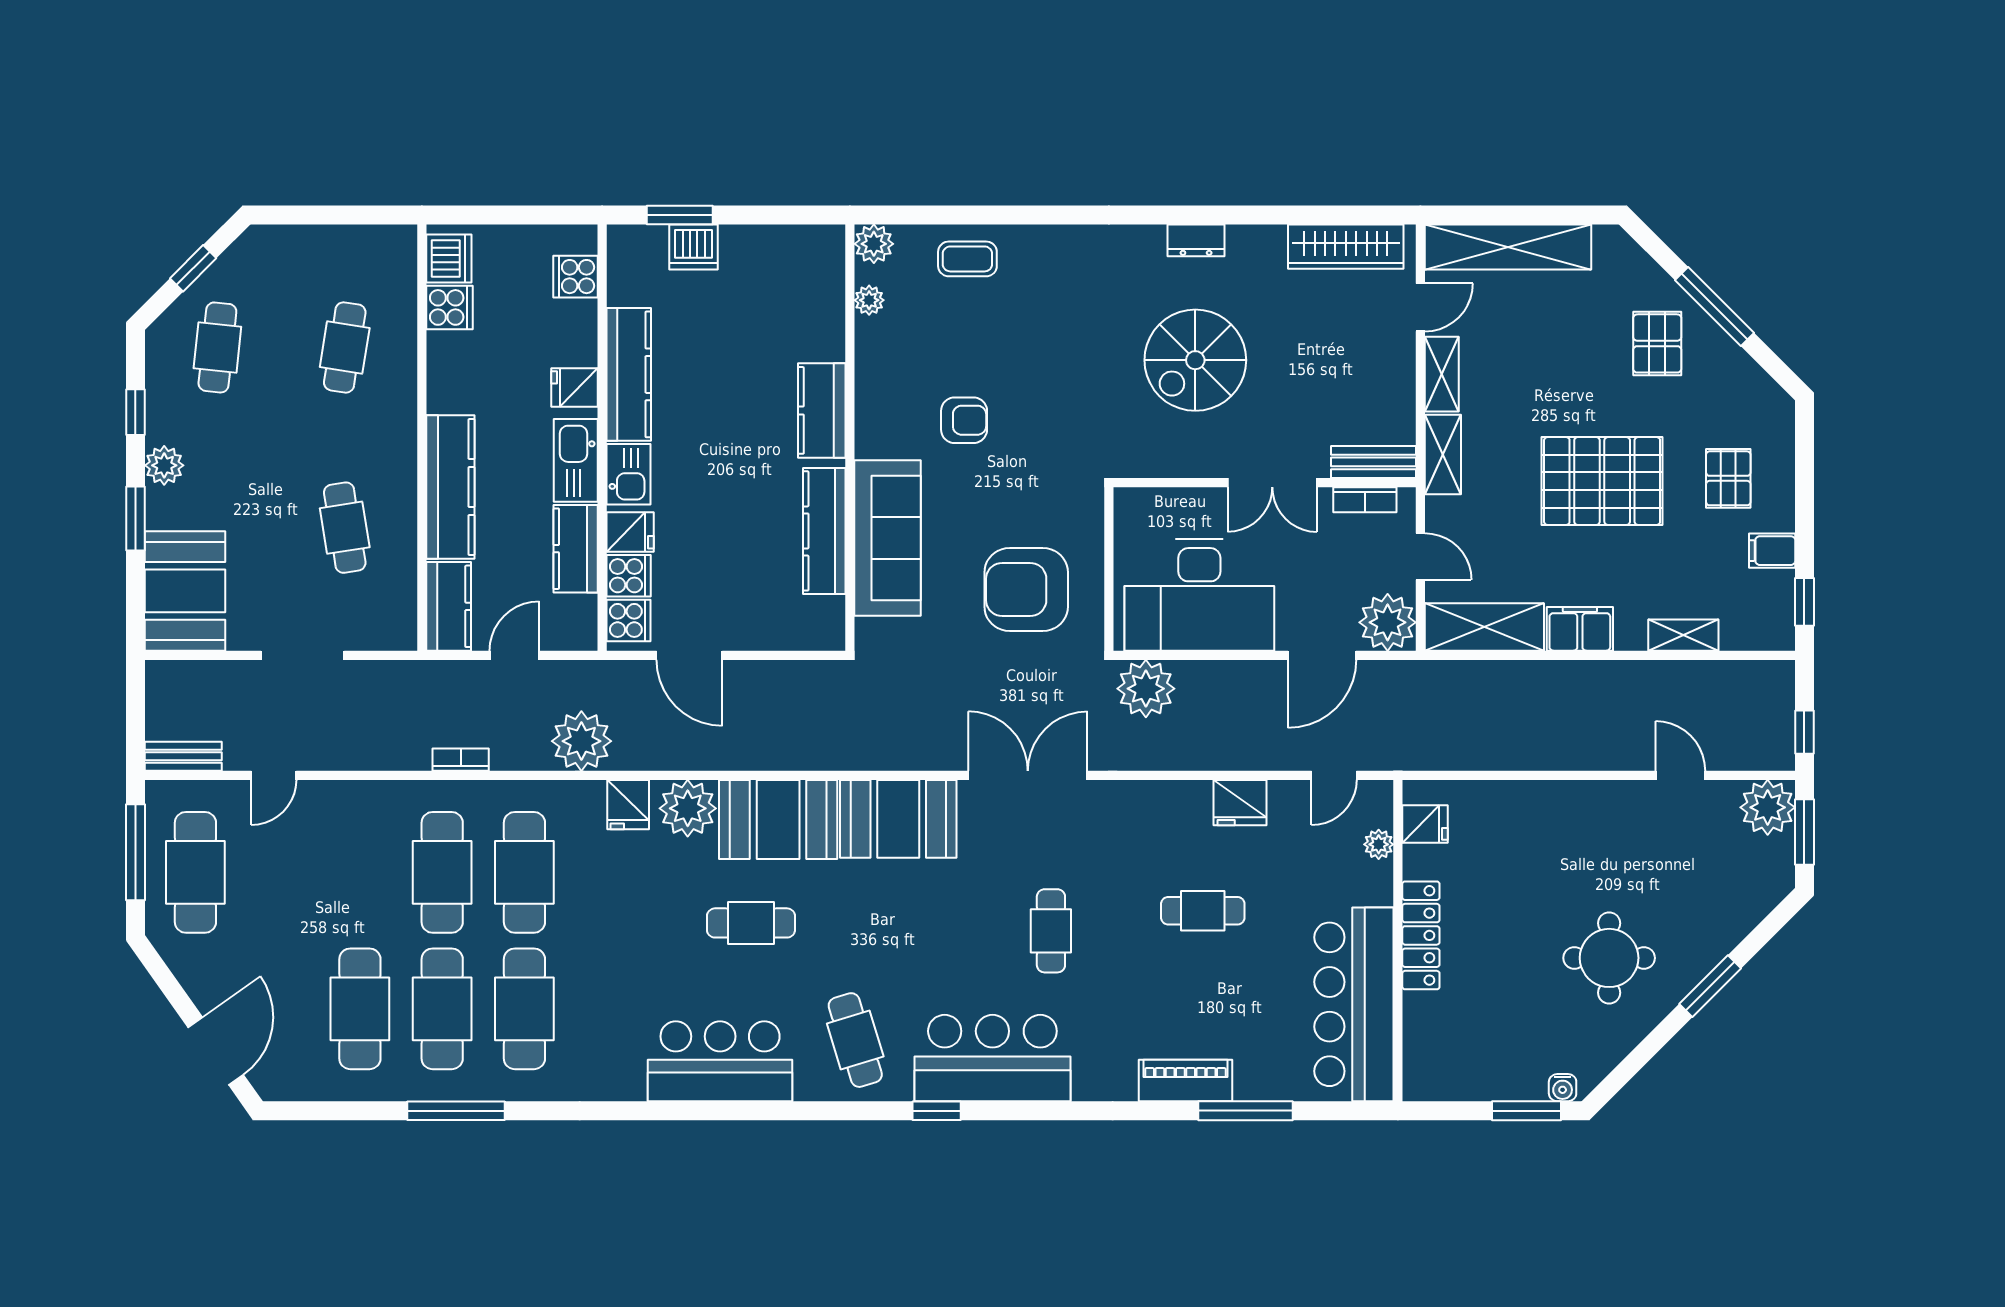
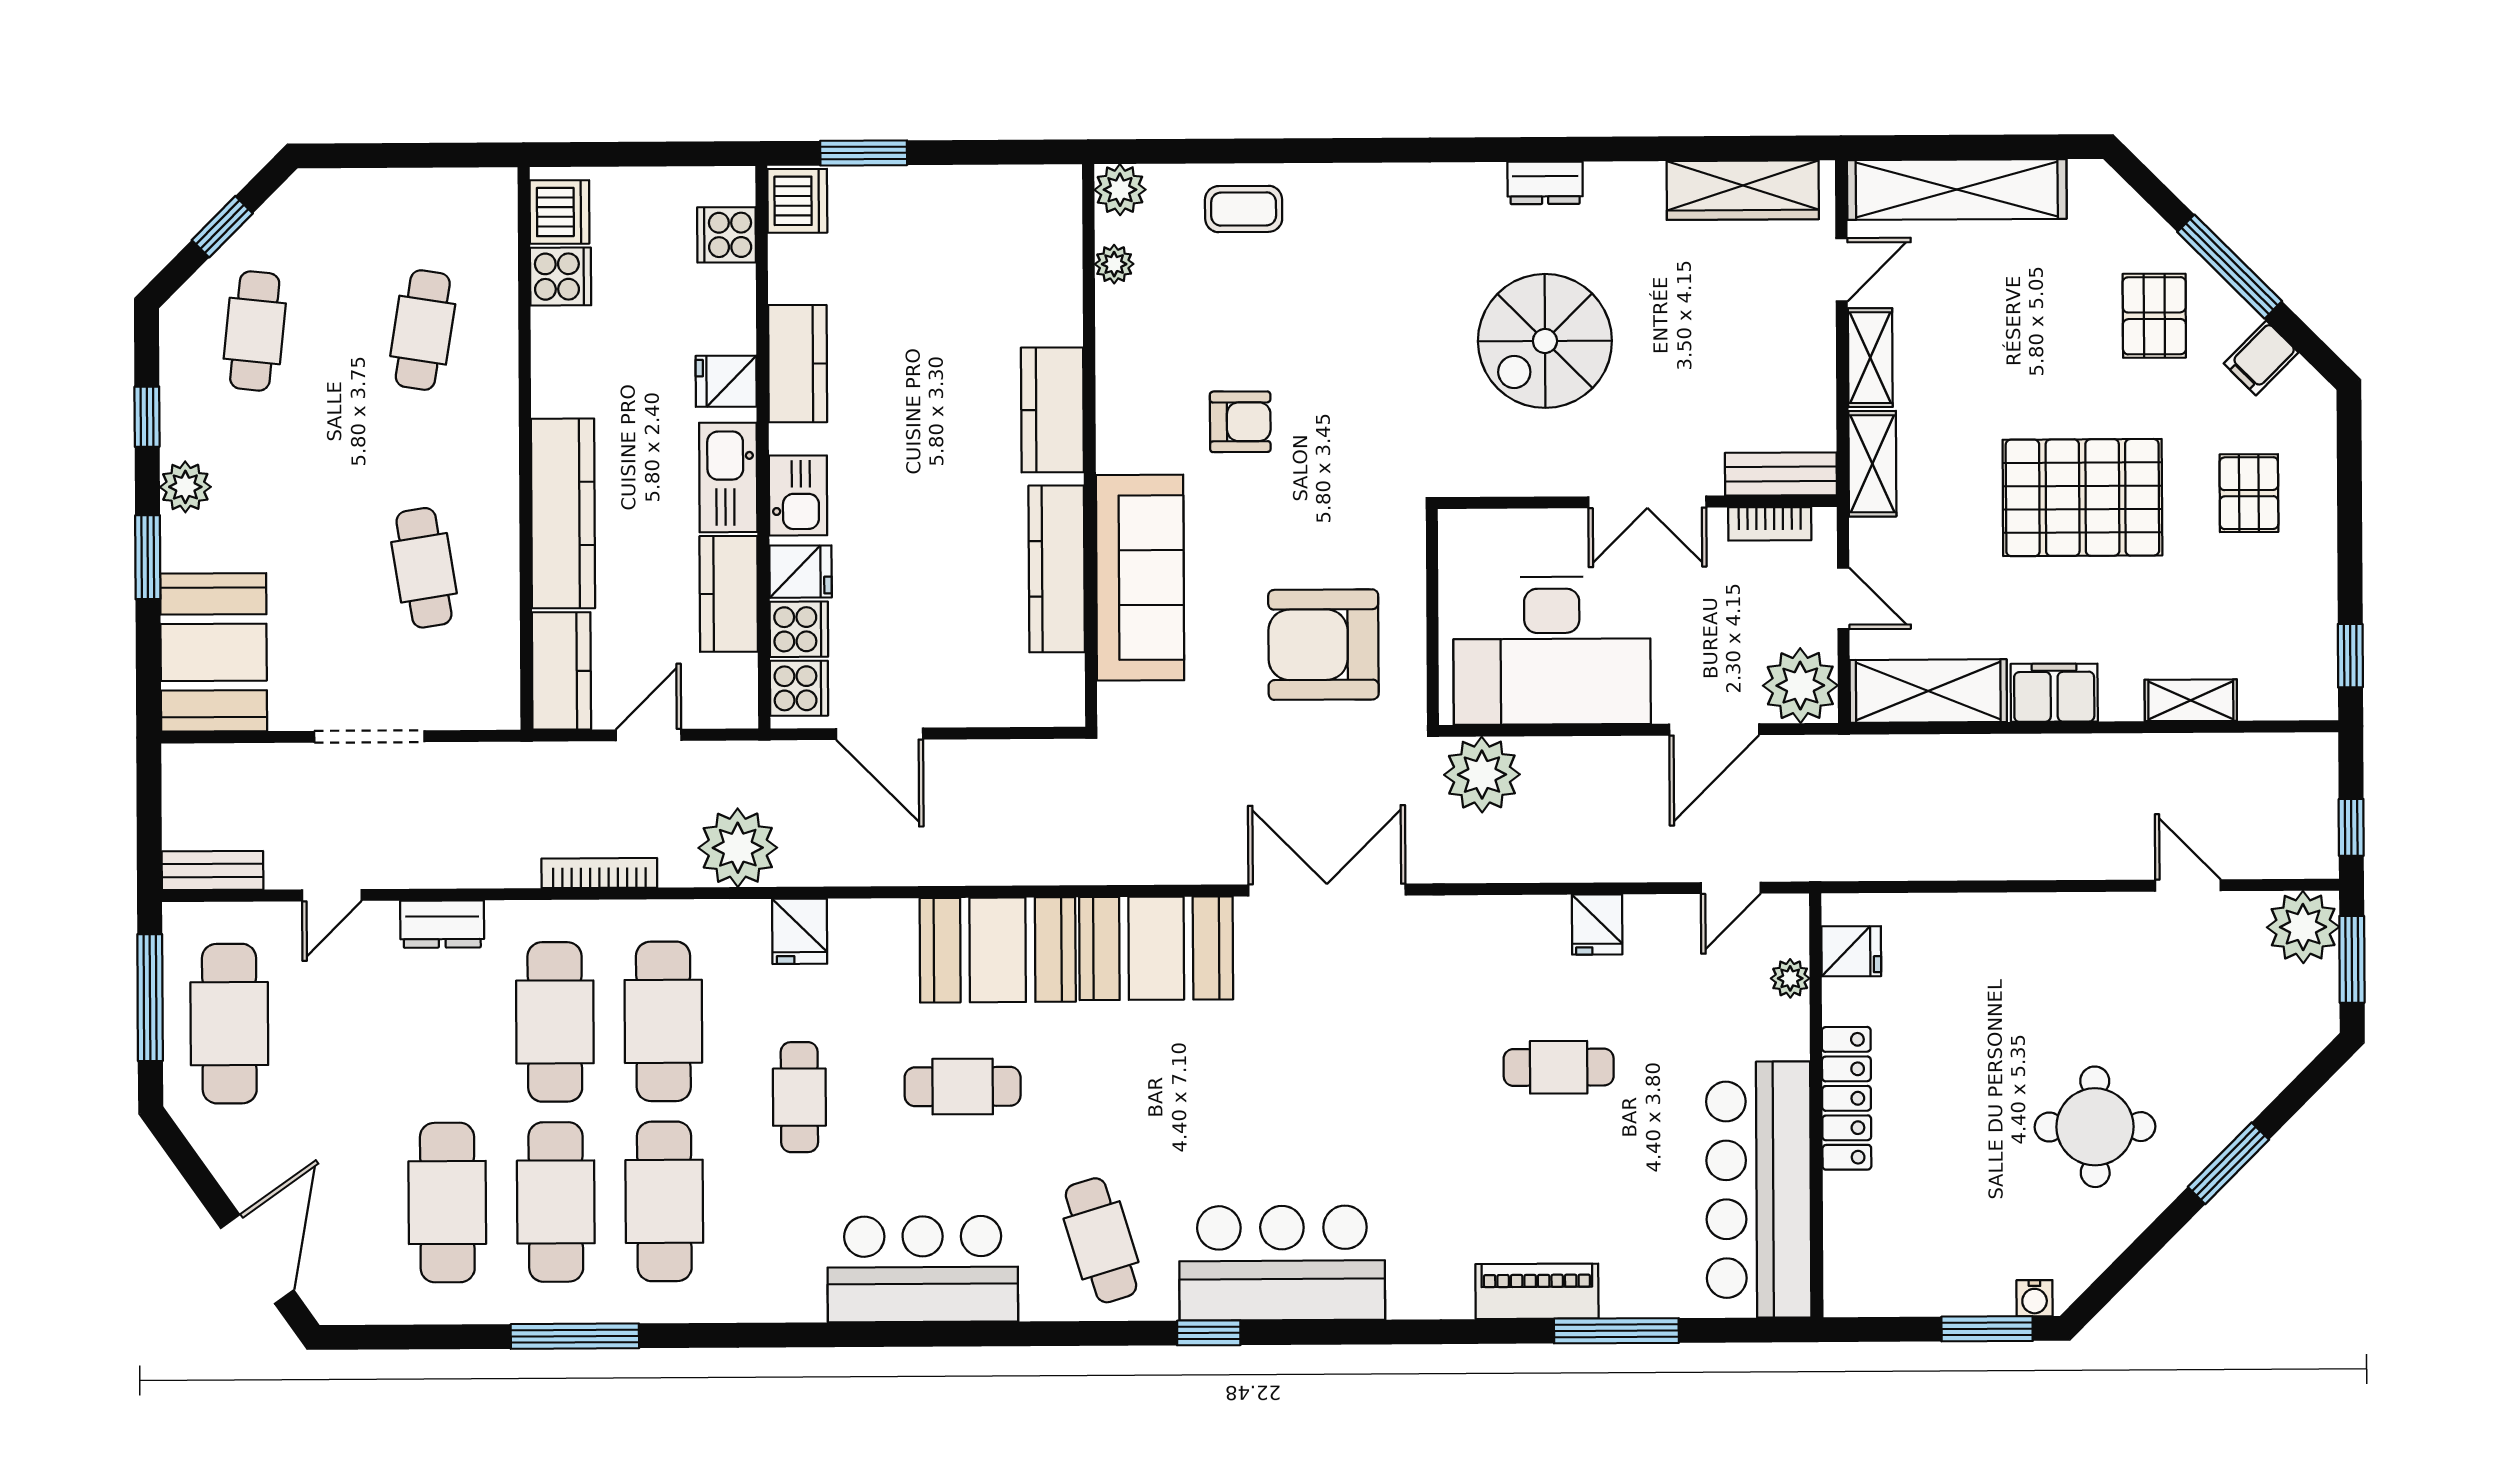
dishwasher: (694, 247) -> (797, 201), moved, turned -90
kitchen counter: (629, 374) -> (798, 364), width x0.67
filing cabinet: (1772, 551) -> (2261, 358), moved, turned -45
bookcase: (461, 760) -> (599, 873), width x1.56
dresser: (357, 798) -> (442, 924), added
fridge: (1240, 803) -> (1597, 924), width x0.72
plant: (688, 808) -> (878, 936), removed
cafe table: (1051, 931) -> (799, 1097), moved

